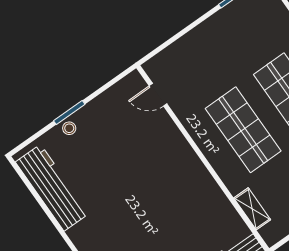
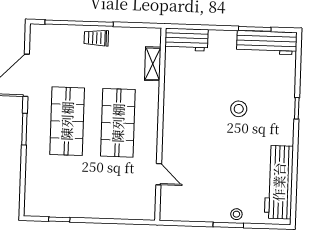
door: (158, 95) -> (159, 174), moved
stool: (141, 227) -> (239, 109), added

